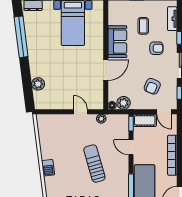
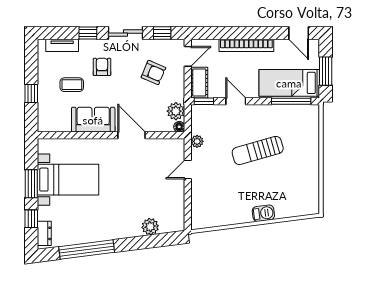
door: (131, 147) -> (236, 101), swing flipped

